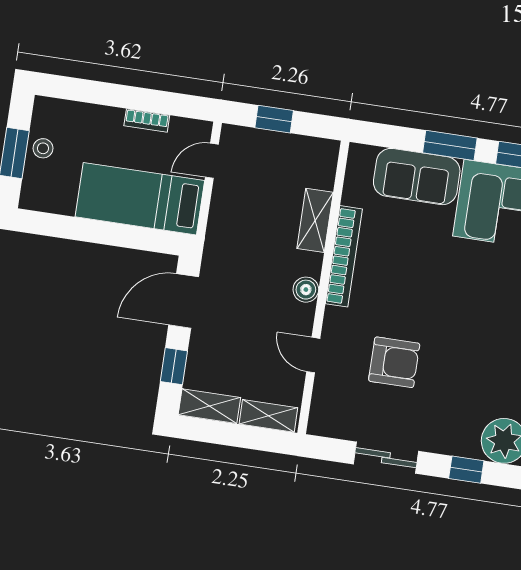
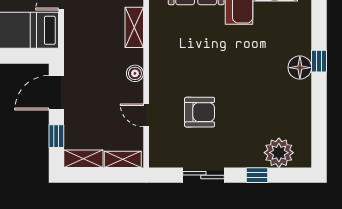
bookcase: (344, 256) -> (156, 48), removed

